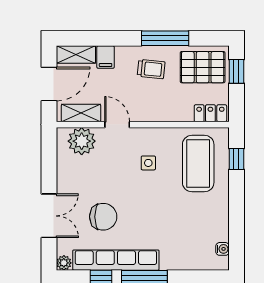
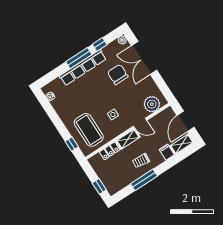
pallet: (203, 67) -> (117, 178), removed
shelving: (81, 113) -> (128, 139), moved
locker: (210, 113) -> (110, 151), moved
double door: (49, 216) -> (144, 58), width x1.37
chair: (103, 217) -> (118, 74), turned 90
row of seats: (116, 260) -> (83, 68), moved

